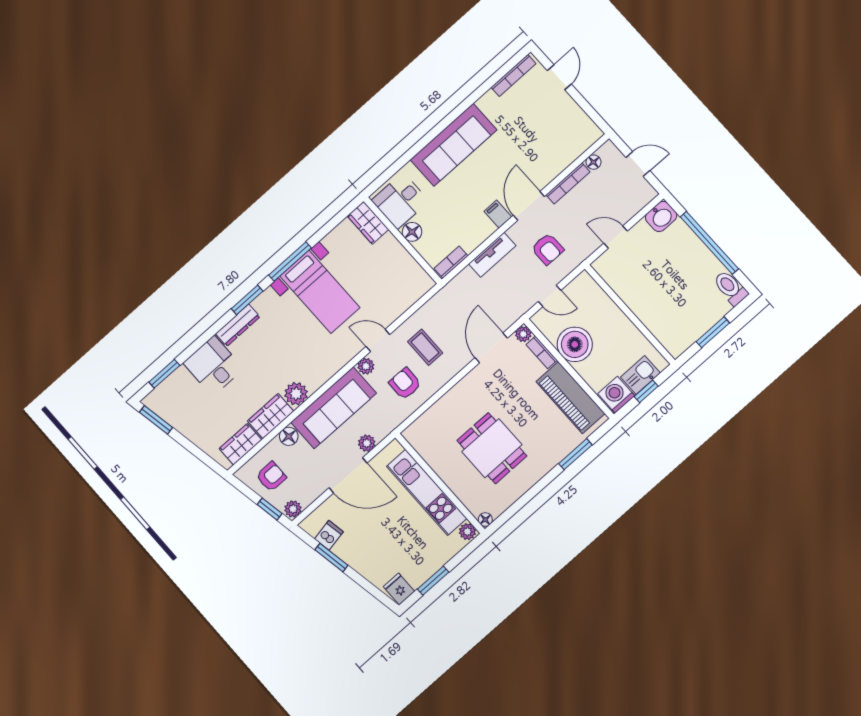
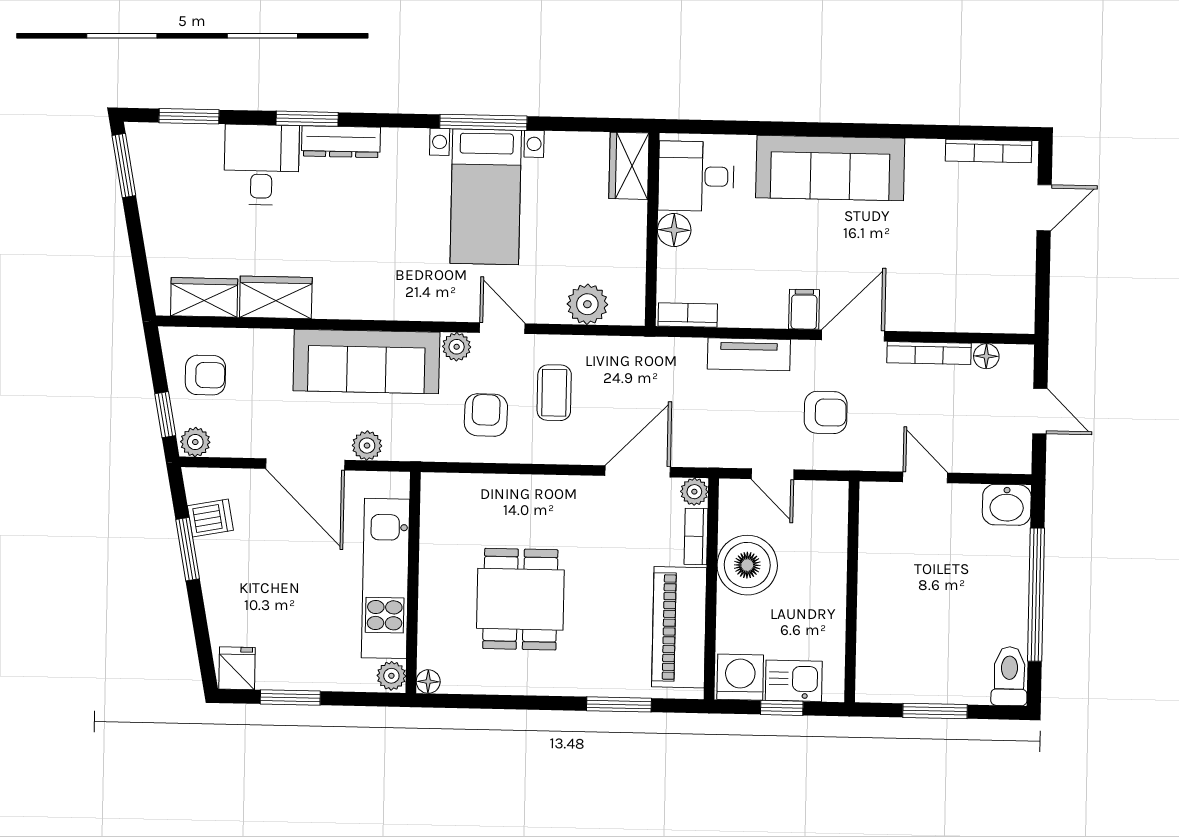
armchair: (548, 249) -> (826, 412), turned -90
window: (247, 300) -> (307, 119), moved
plant: (296, 394) -> (587, 304), moved
floor lamp: (289, 436) -> (275, 345), removed

